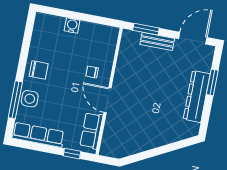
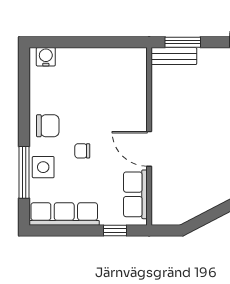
water cooler: (72, 26) -> (46, 57), moved
bench: (157, 41) -> (174, 56), moved
chair: (92, 72) -> (82, 151), moved

